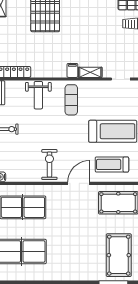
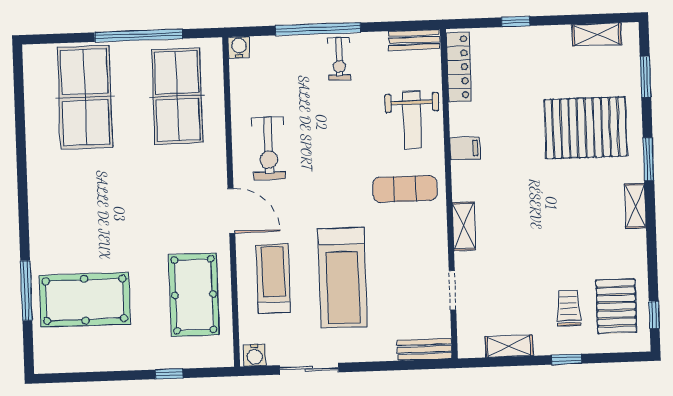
filing cabinet: (72, 70) -> (465, 148), moved
weight bench: (38, 95) -> (412, 120), turned -90
exercise bike: (49, 164) -> (268, 148), turned 90

